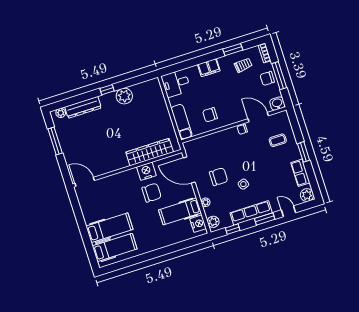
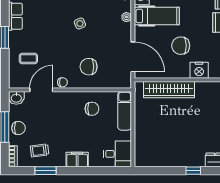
plant: (124, 96) -> (177, 158), removed
door: (258, 117) -> (41, 90), swing flipped
nightstand: (146, 171) -> (199, 70), moved
chair: (219, 177) -> (89, 67), moved

